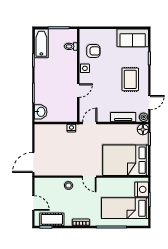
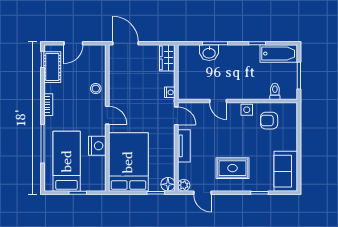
armchair: (93, 51) -> (269, 121), turned 90
washbasin: (41, 112) -> (209, 53), moved
tv unit: (123, 117) -> (184, 146), moved
wardrobe: (45, 130) -> (167, 58), added
door: (89, 177) -> (107, 115), swing flipped
nightstand: (142, 189) -> (97, 146), moved, turned -90

